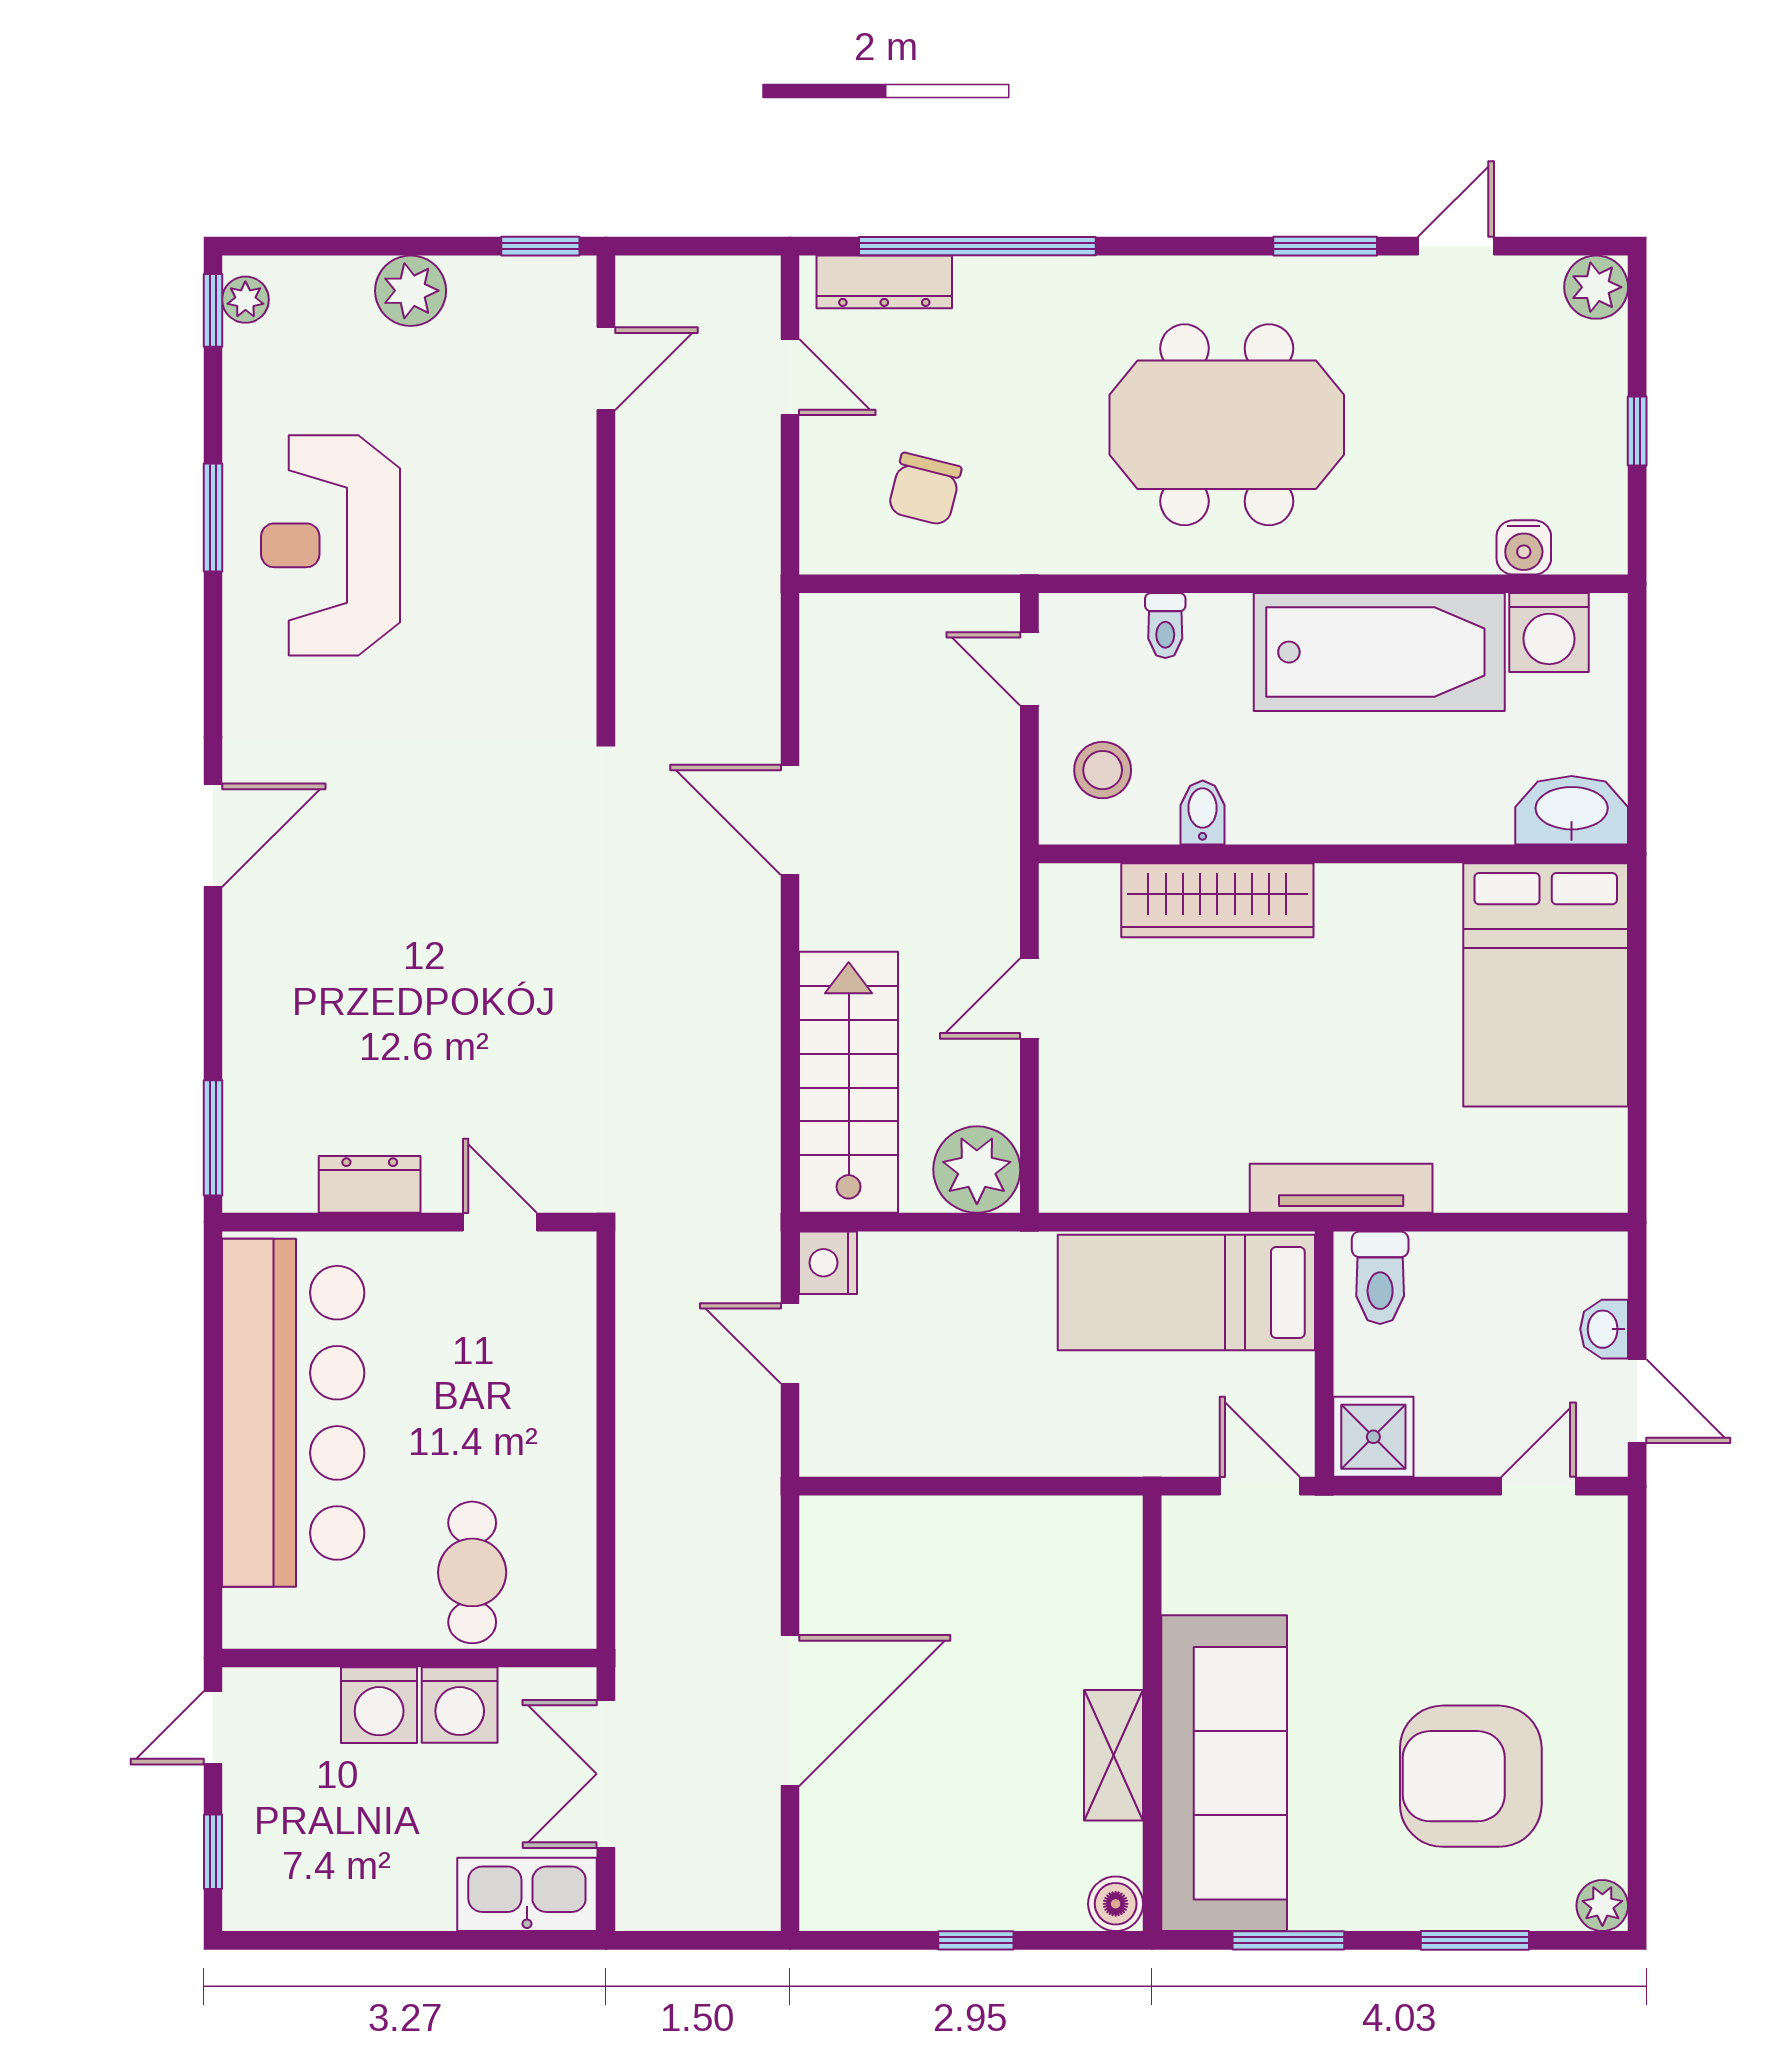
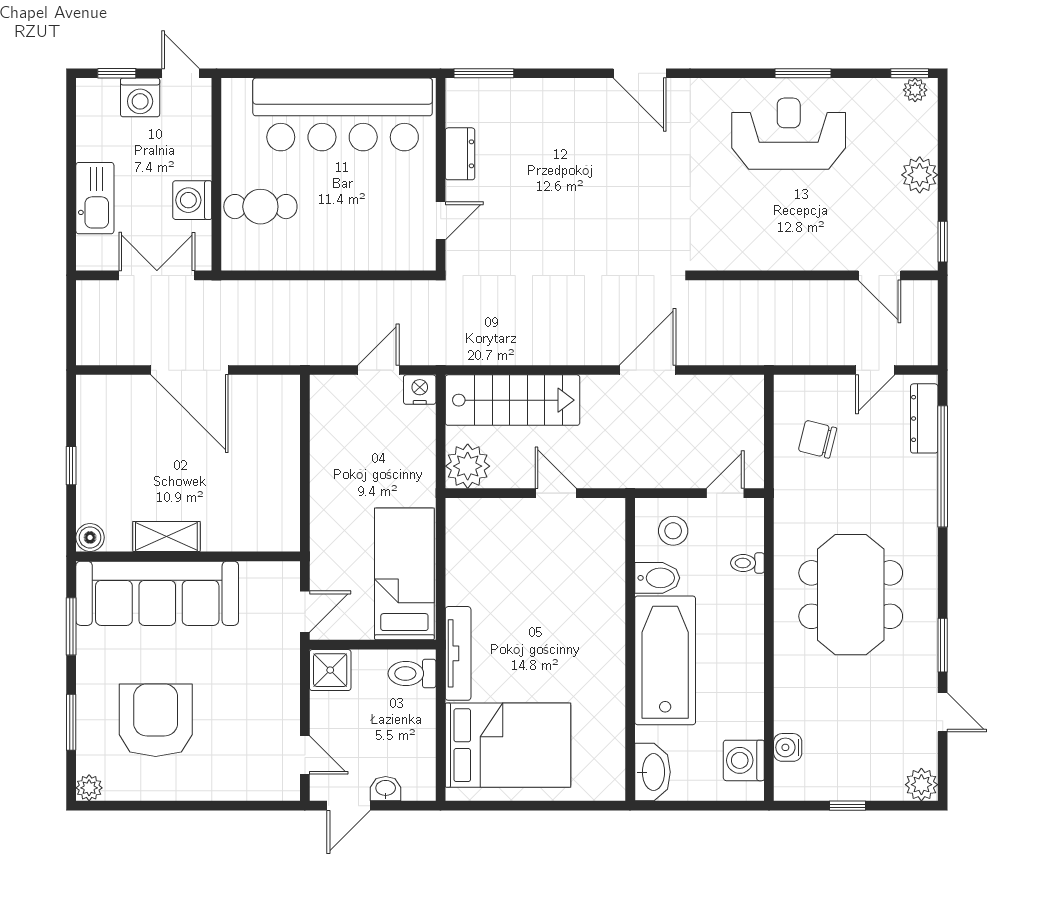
bathtub: (1379, 652) -> (665, 660), moved, turned 180
bidet: (1203, 813) -> (657, 578), width x1.38, depth x1.36
wardrobe: (1217, 900) -> (606, 590), removed
bed: (1546, 985) -> (508, 745), moved, turned 180
washing machine: (379, 1705) -> (140, 97), moved, turned -90
kitchen sink: (527, 1894) -> (95, 198), moved

